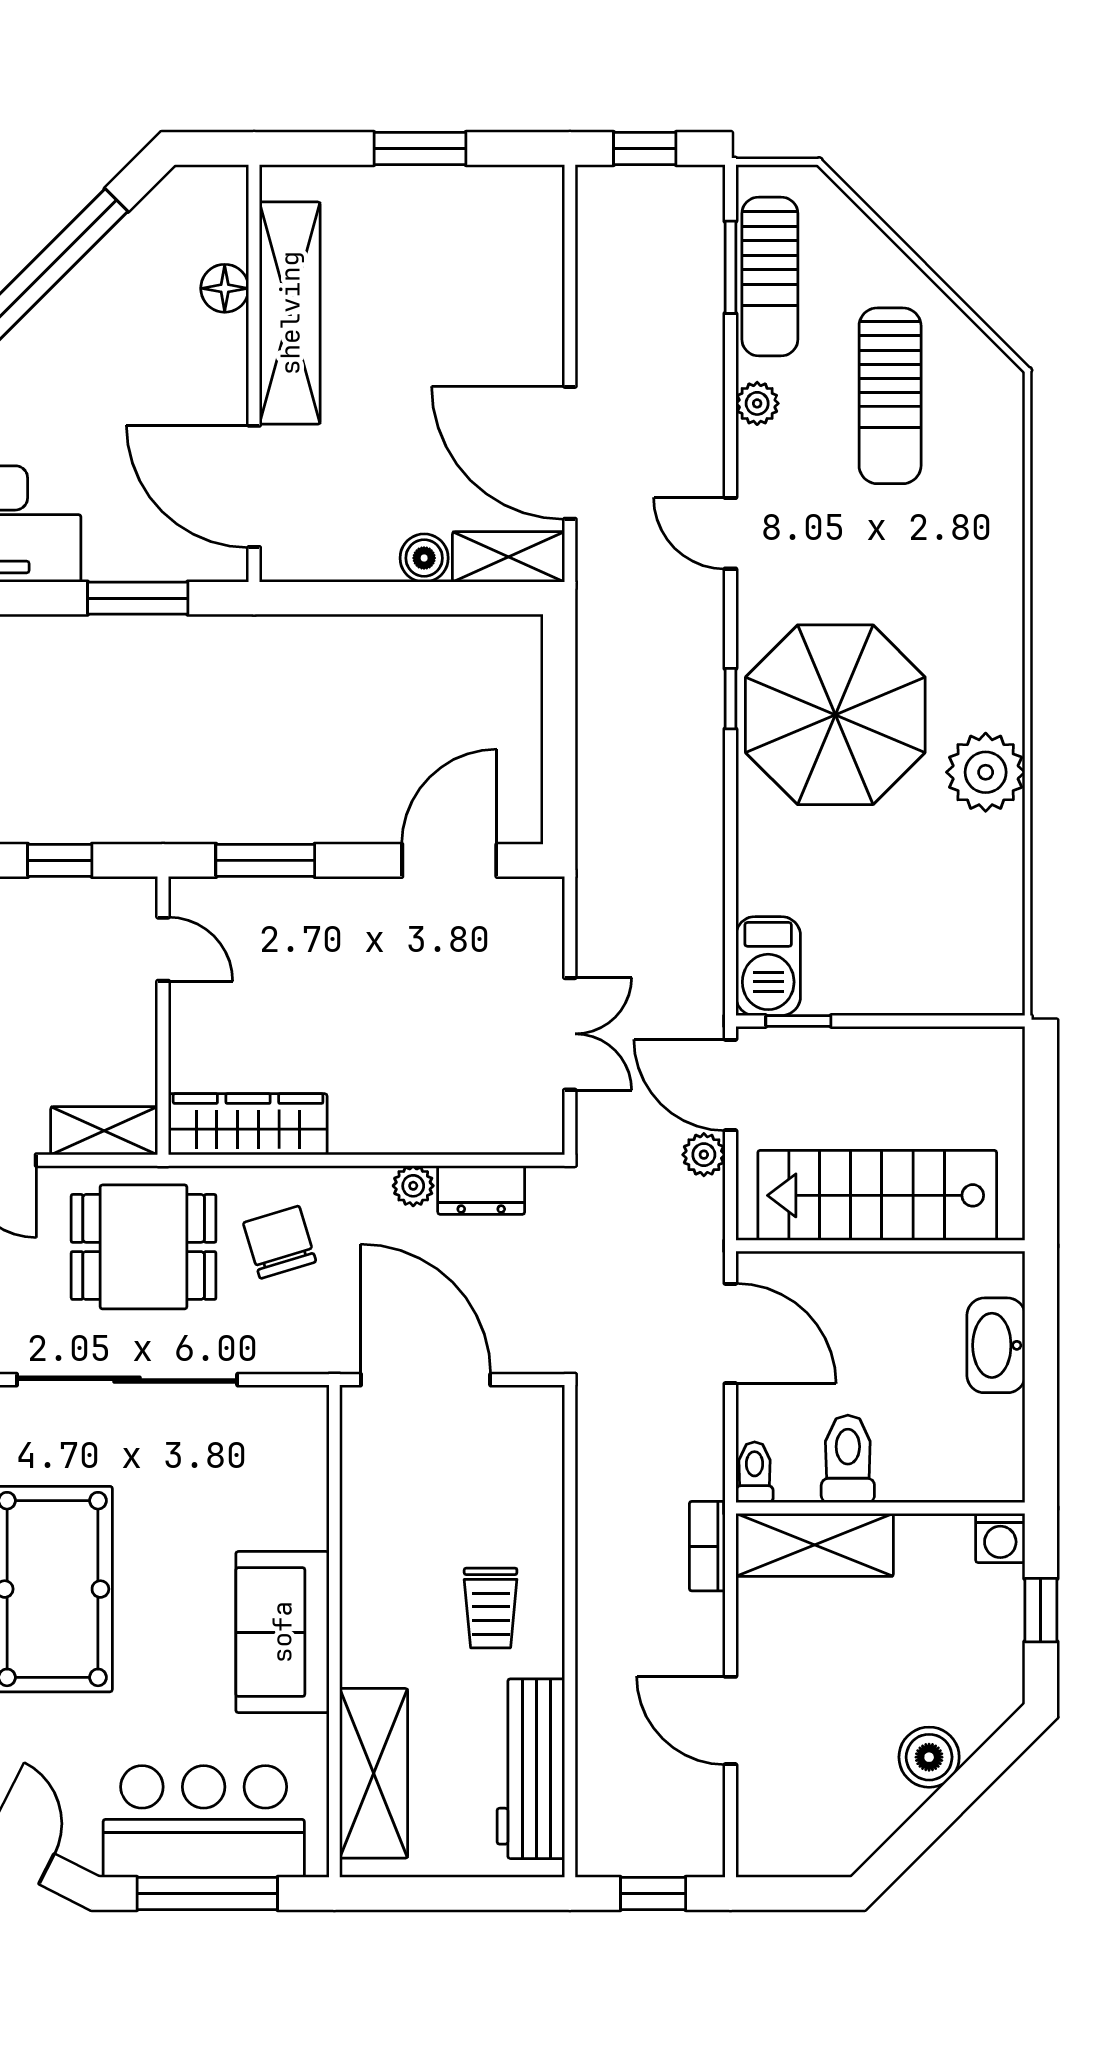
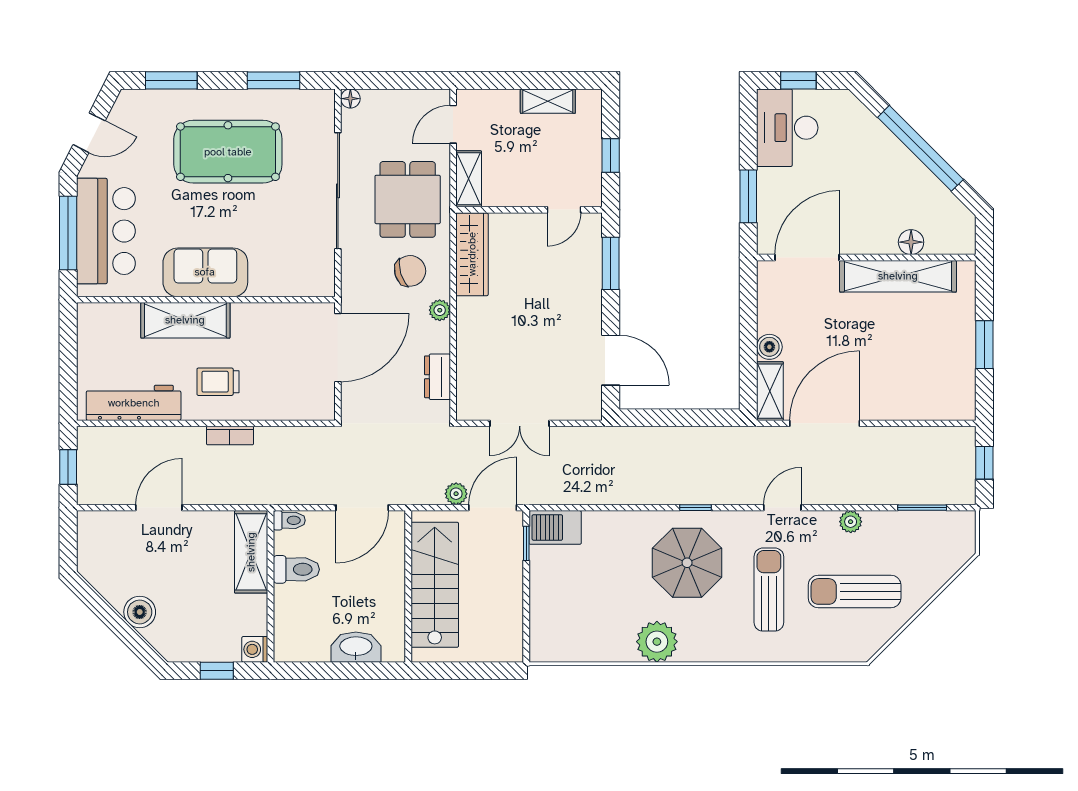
sun lounger: (770, 276) -> (769, 590), moved, turned 90
parasol: (835, 715) -> (687, 563), width x0.73, depth x0.73
plant: (413, 1186) -> (440, 310), moved
bookcase: (707, 1546) -> (230, 436), moved, turned 180
shelving: (374, 1773) -> (185, 320), moved

